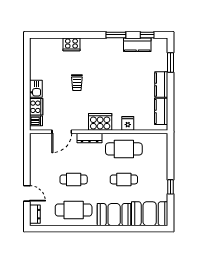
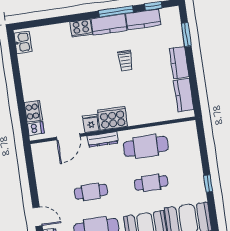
window: (116, 35) -> (116, 11), width x1.44
cooker: (71, 44) -> (81, 28), moved
kitchen counter: (109, 45) -> (109, 25), added
trolley: (77, 83) -> (125, 61), moved
kitchen sink: (36, 89) -> (23, 42), moved
fridge: (128, 123) -> (91, 123), moved

